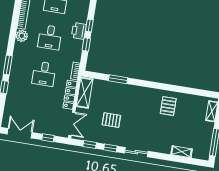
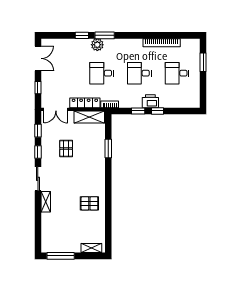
plant: (22, 36) -> (97, 45), moved
shelving: (182, 152) -> (46, 202), moved

